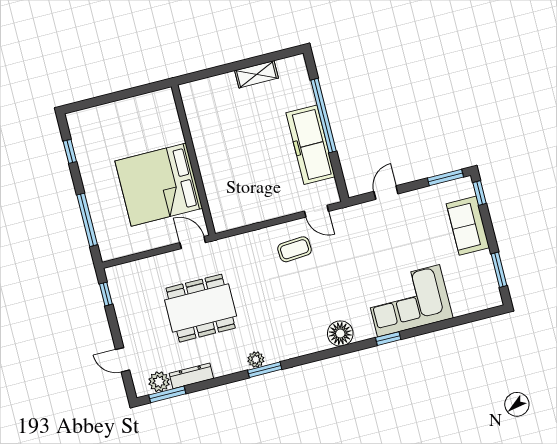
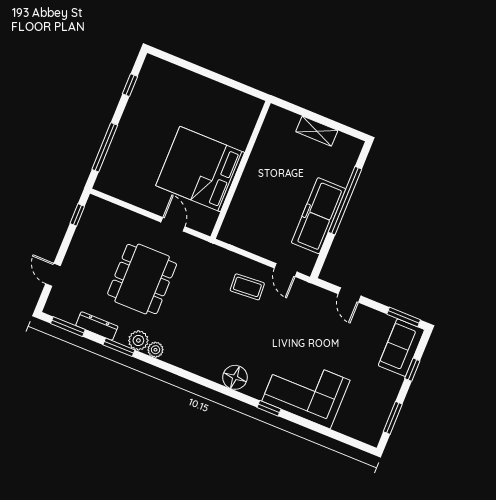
wall: (193, 160) -> (241, 170), moved
bed: (159, 185) -> (200, 169), moved
door: (386, 193) -> (349, 295), swing flipped
window: (480, 193) -> (412, 370), moved
sofa: (468, 226) -> (401, 348), moved
dining table: (201, 308) -> (142, 279), turned 90
window: (265, 370) -> (119, 347), moved
plant: (159, 382) -> (138, 340), moved

